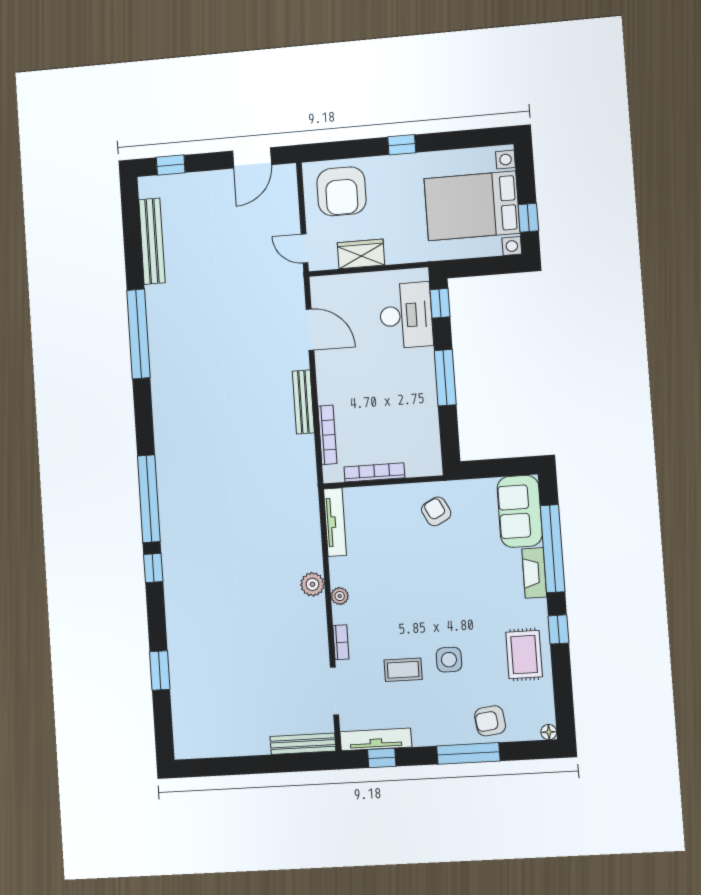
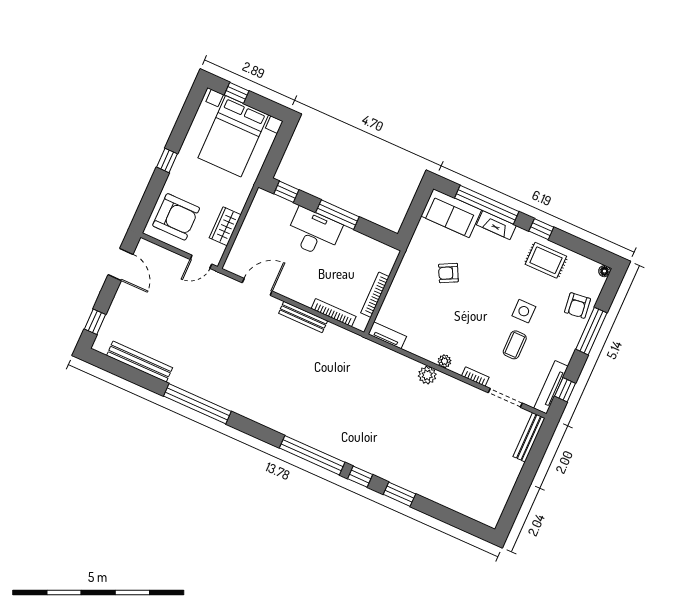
window: (528, 218) -> (237, 93), moved
desk: (406, 315) -> (314, 232), moved
armchair: (436, 511) -> (448, 273), moved
tv unit: (335, 522) -> (387, 335), width x0.71
window: (160, 671) -> (399, 494), moved

